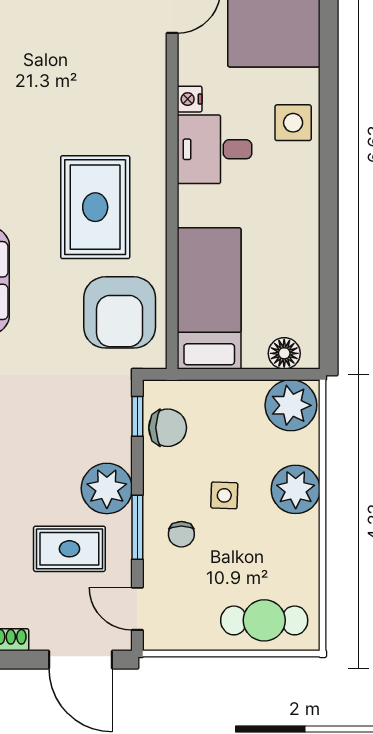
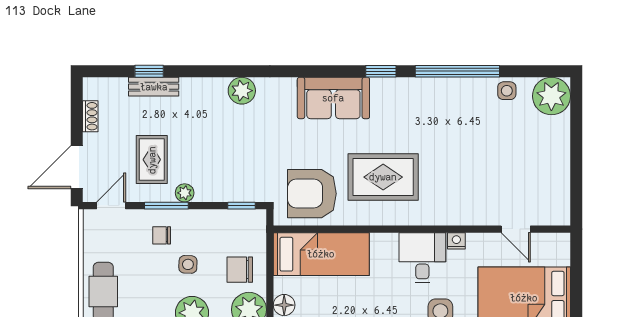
chair: (168, 428) -> (240, 270), moved, turned 90
plant: (107, 488) -> (185, 193), width x0.53, depth x0.53

